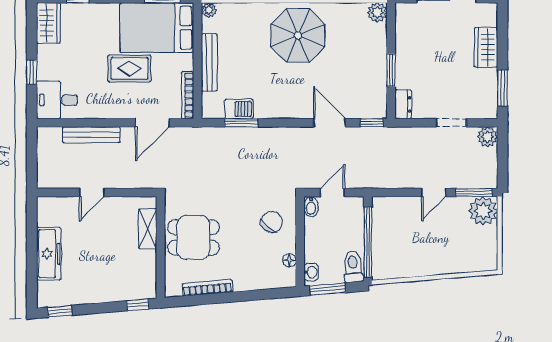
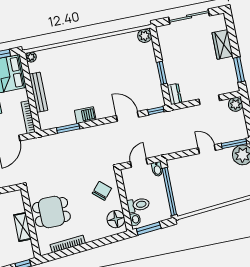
parasol: (298, 36) -> (94, 62), removed
barbecue: (239, 109) -> (85, 115), moved
door: (434, 192) -> (207, 149), swing flipped
bidet: (311, 207) -> (157, 169), moved
shelving: (148, 229) -> (22, 227), moved
floor lamp: (289, 260) -> (116, 219), width x1.89, depth x1.89
toilet: (353, 266) -> (138, 205), moved, turned 95

